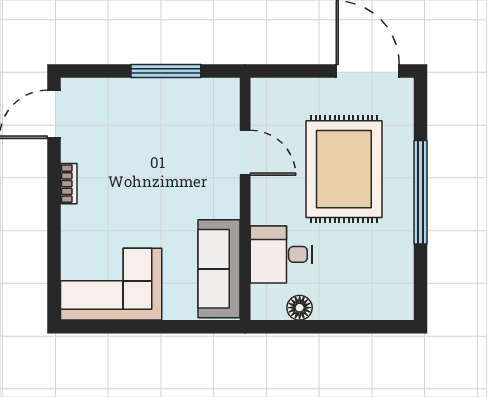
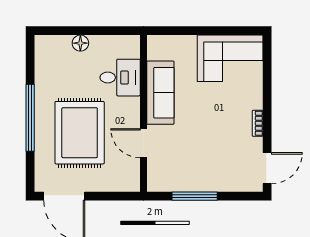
sofa: (219, 269) -> (160, 93), moved
floor lamp: (300, 308) -> (80, 43), moved

